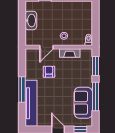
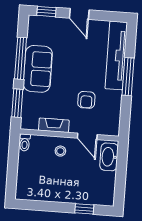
washbasin: (31, 20) -> (109, 157), moved
door: (47, 47) -> (87, 136), swing flipped
sofa: (83, 103) -> (38, 69), moved

